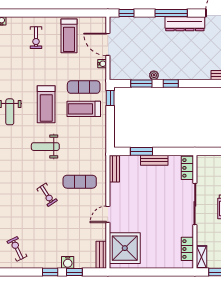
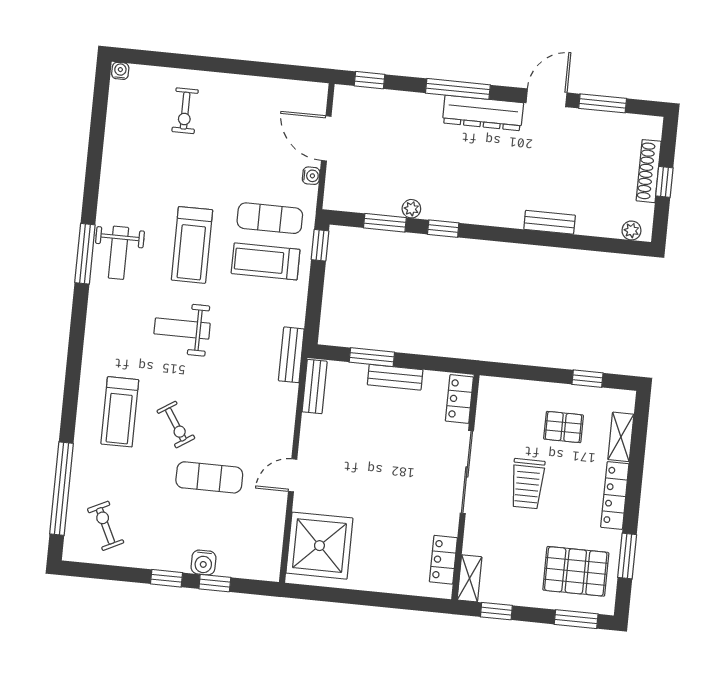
treadmill: (69, 36) -> (120, 412), moved
exercise mat: (80, 182) -> (209, 477), moved
bench: (101, 255) -> (291, 355), moved

